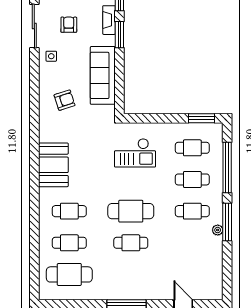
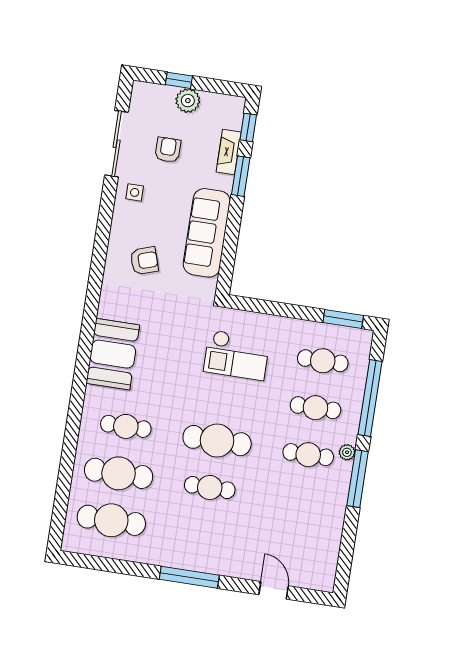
plant: (218, 230) -> (347, 452), moved
cafe table: (69, 243) -> (119, 473), width x1.37, depth x1.35

